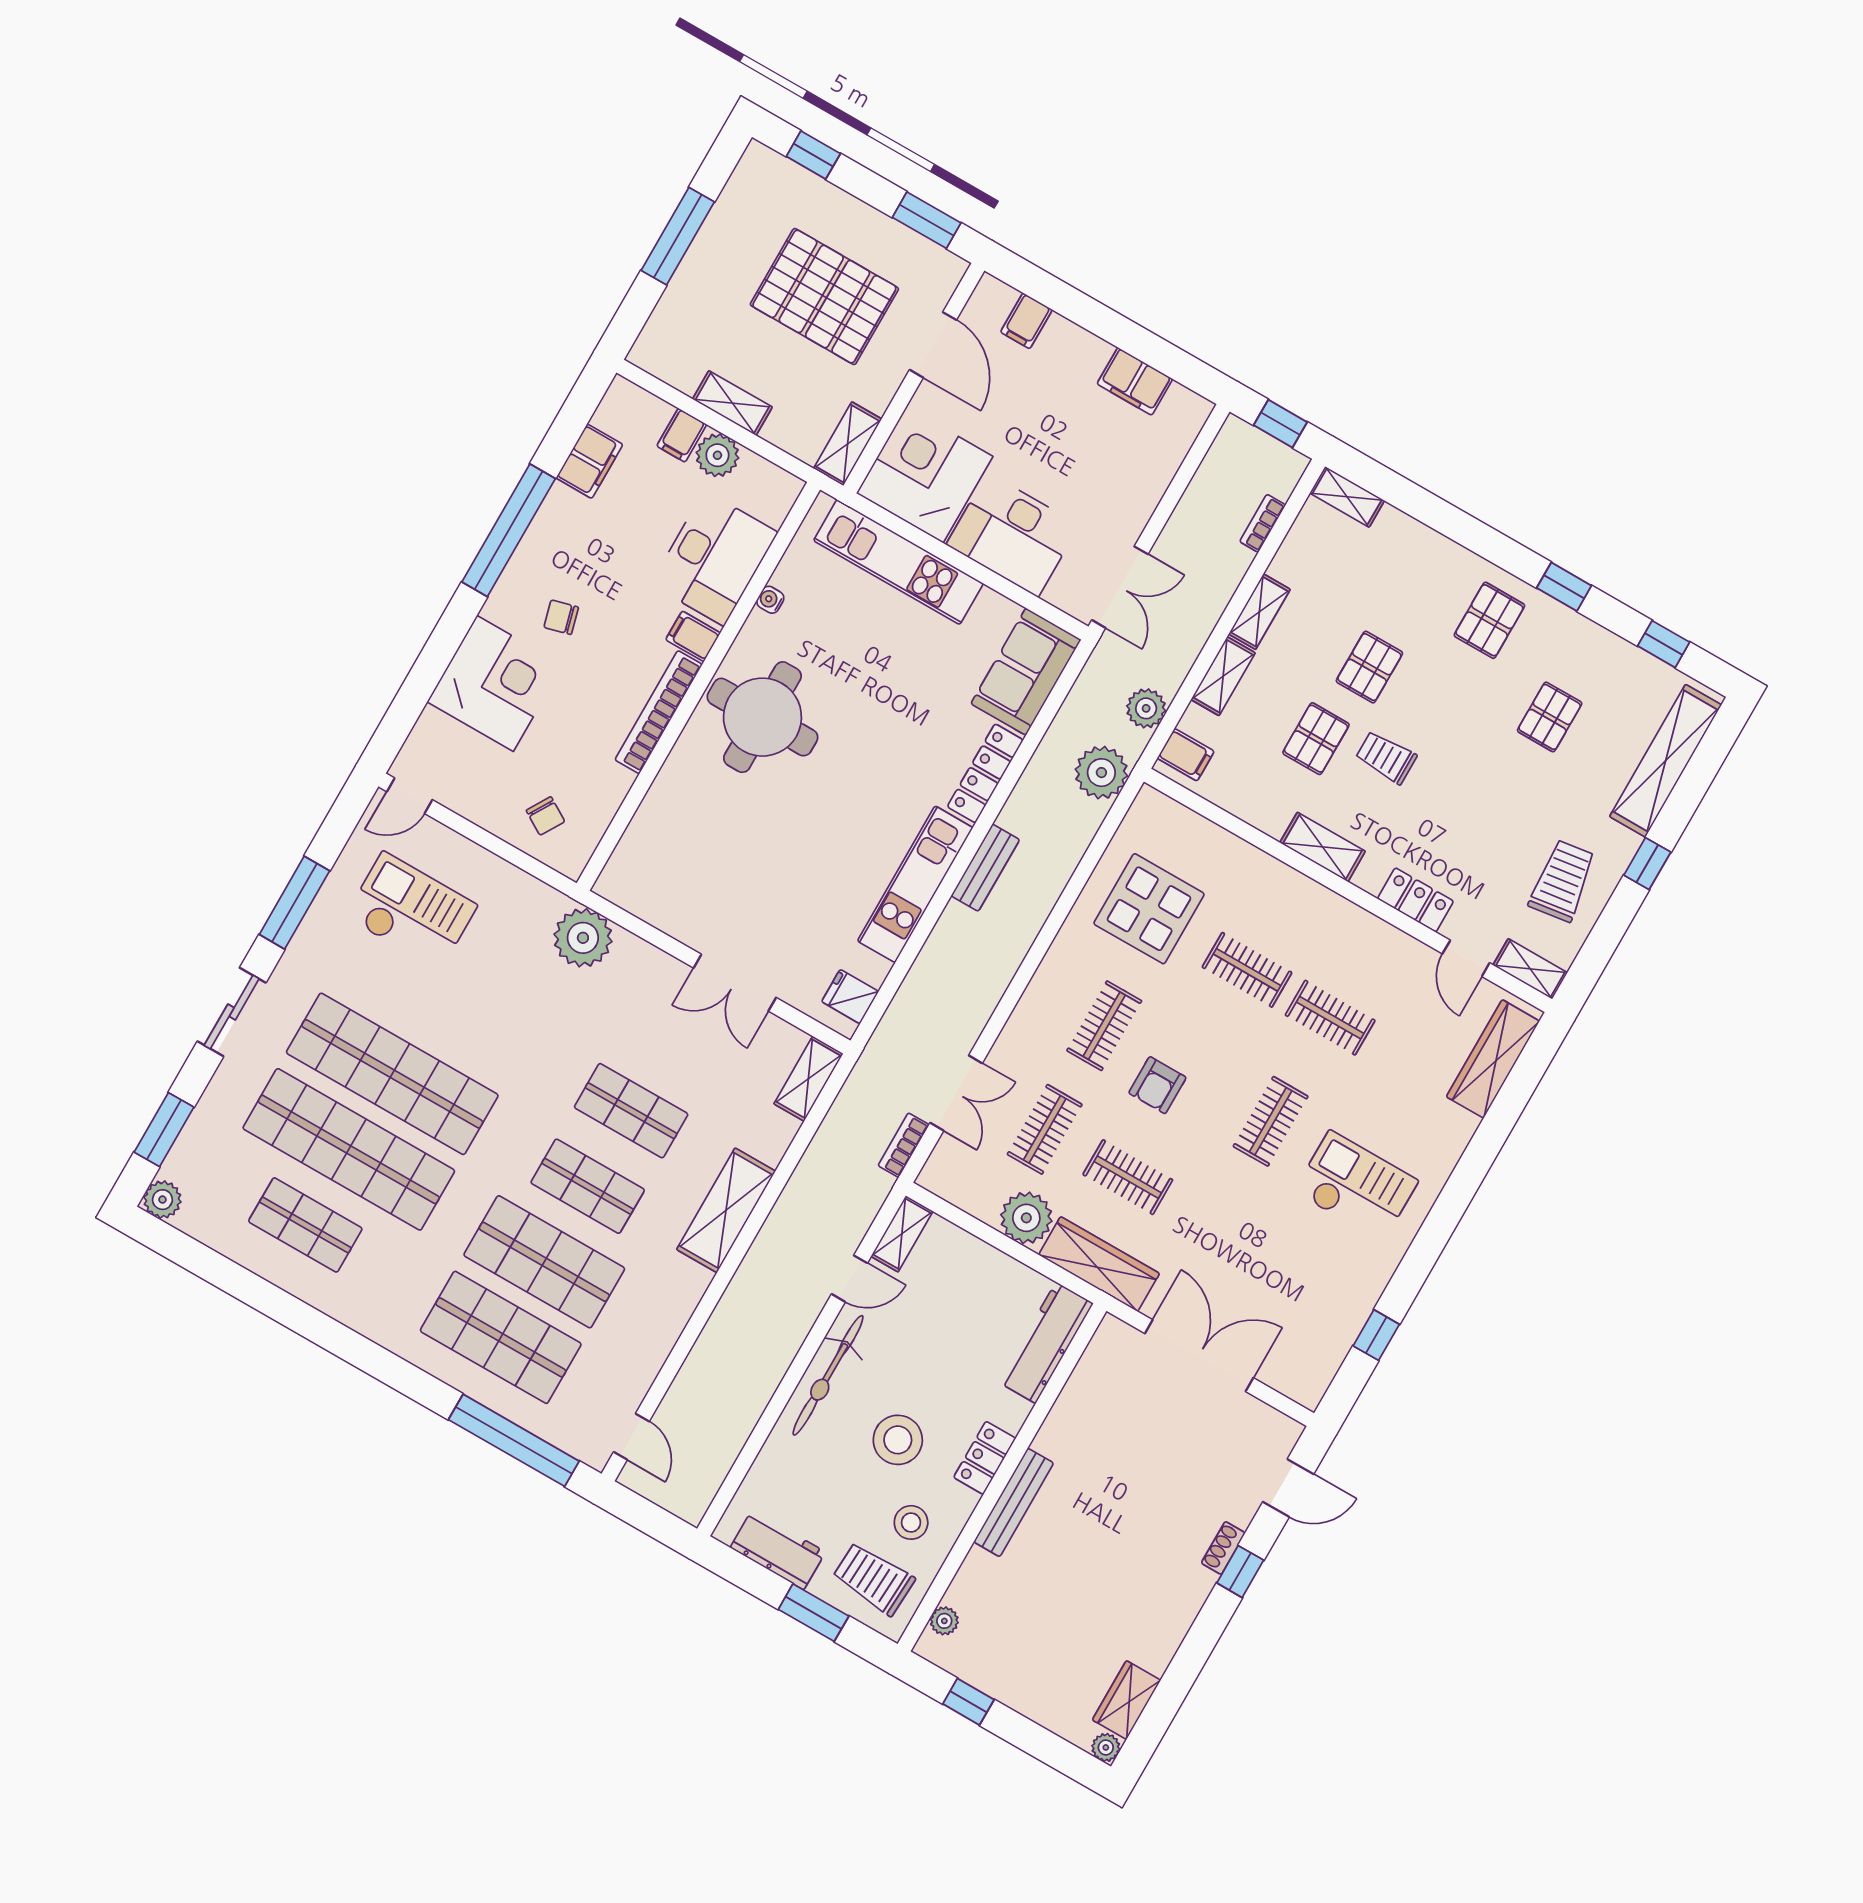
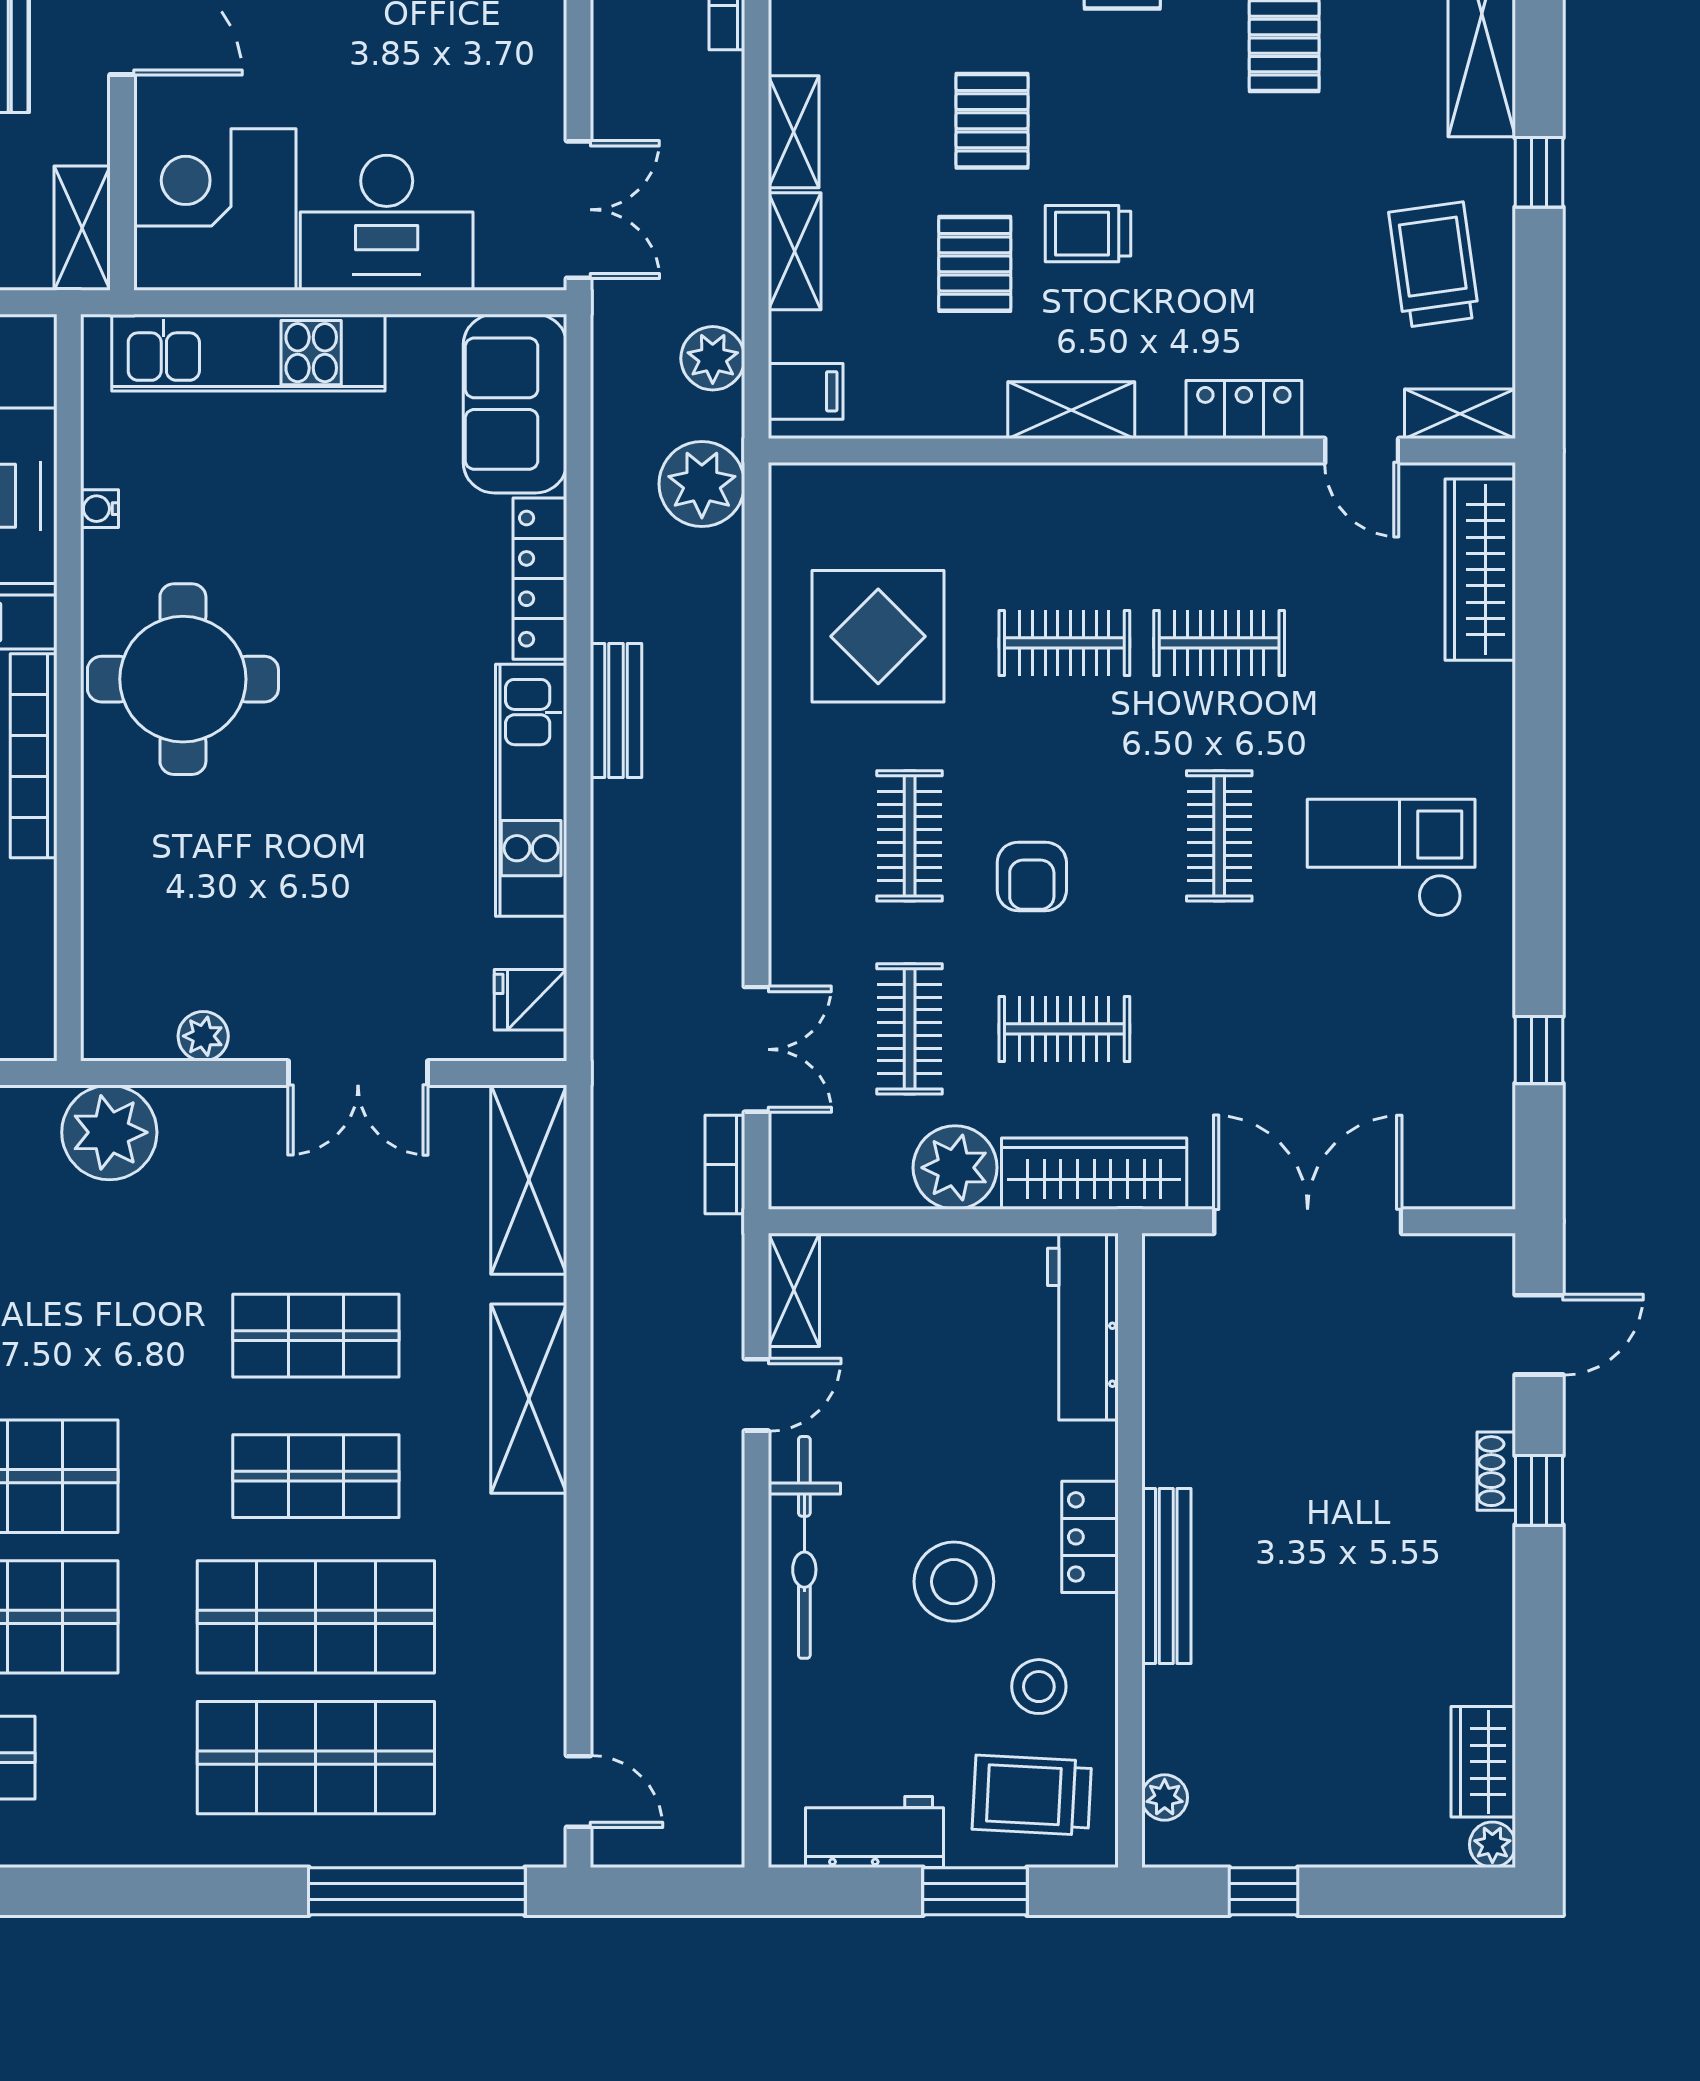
plant: (663, 915) -> (203, 1036), added
shelving: (808, 1079) -> (529, 1180), width x1.50, depth x1.33

